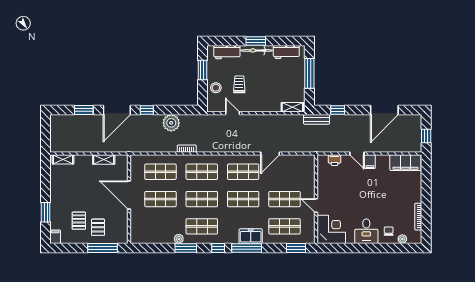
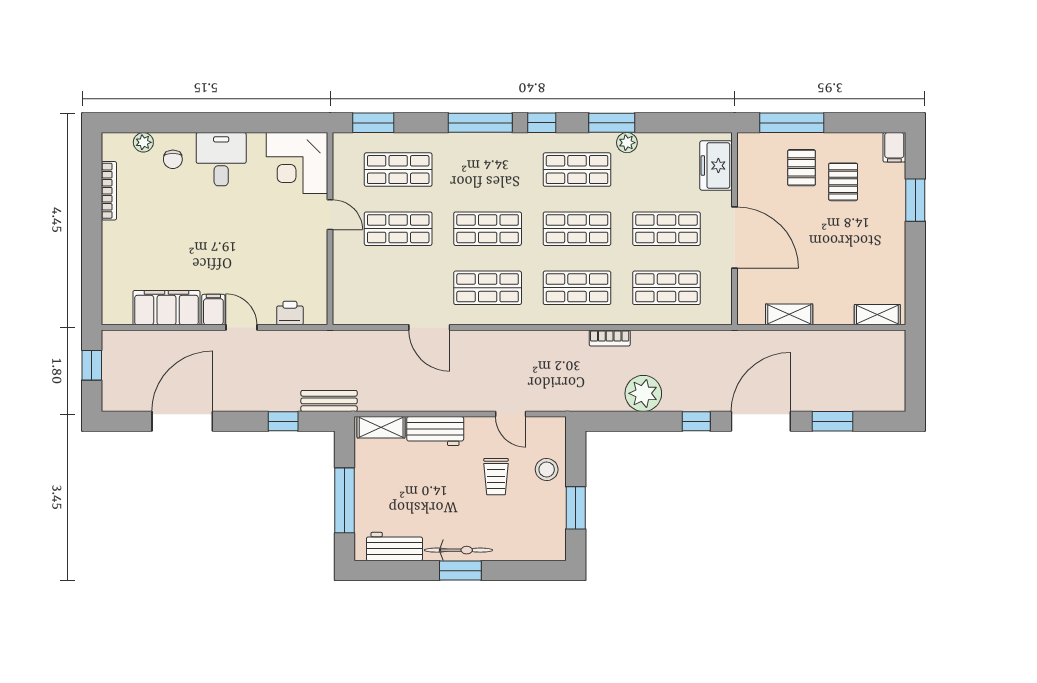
workbench: (227, 52) -> (435, 431), moved, turned 180
door: (270, 153) -> (429, 327), swing flipped
filing cabinet: (405, 163) -> (166, 308), moved
freezer: (251, 236) -> (716, 166), moved, turned 90

